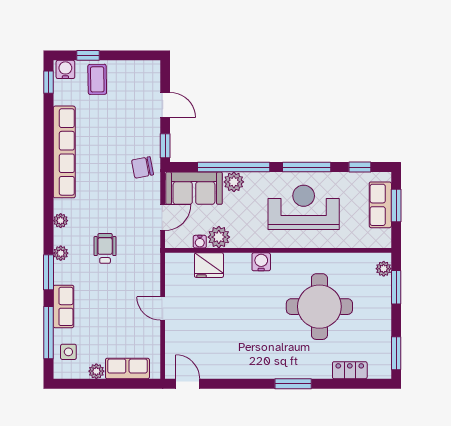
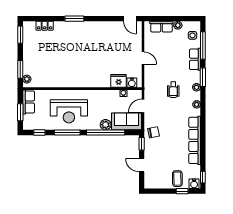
row of seats: (380, 205) -> (29, 102), moved
plant: (219, 237) -> (113, 96), removed
water cooler: (261, 262) -> (132, 83), moved
round table: (319, 307) -> (61, 59), removed

